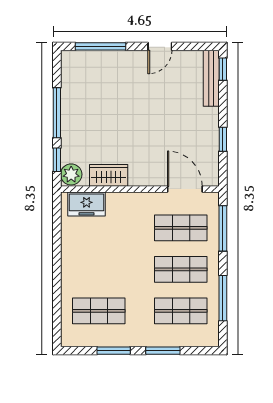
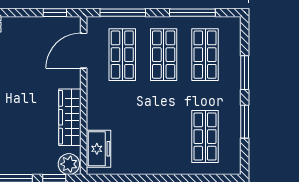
window: (223, 139) -> (55, 13), moved
wardrobe: (109, 175) -> (70, 117), width x1.50

